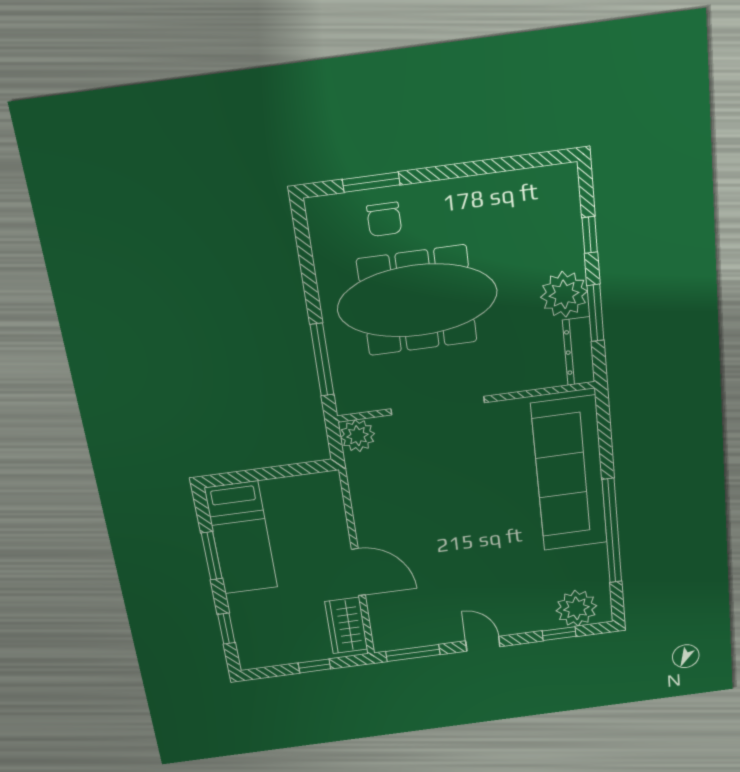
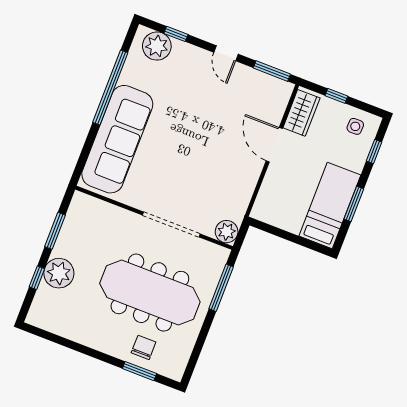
plant: (564, 294) -> (59, 273), moved
dresser: (579, 351) -> (75, 213), removed
side table: (269, 645) -> (355, 126), added

